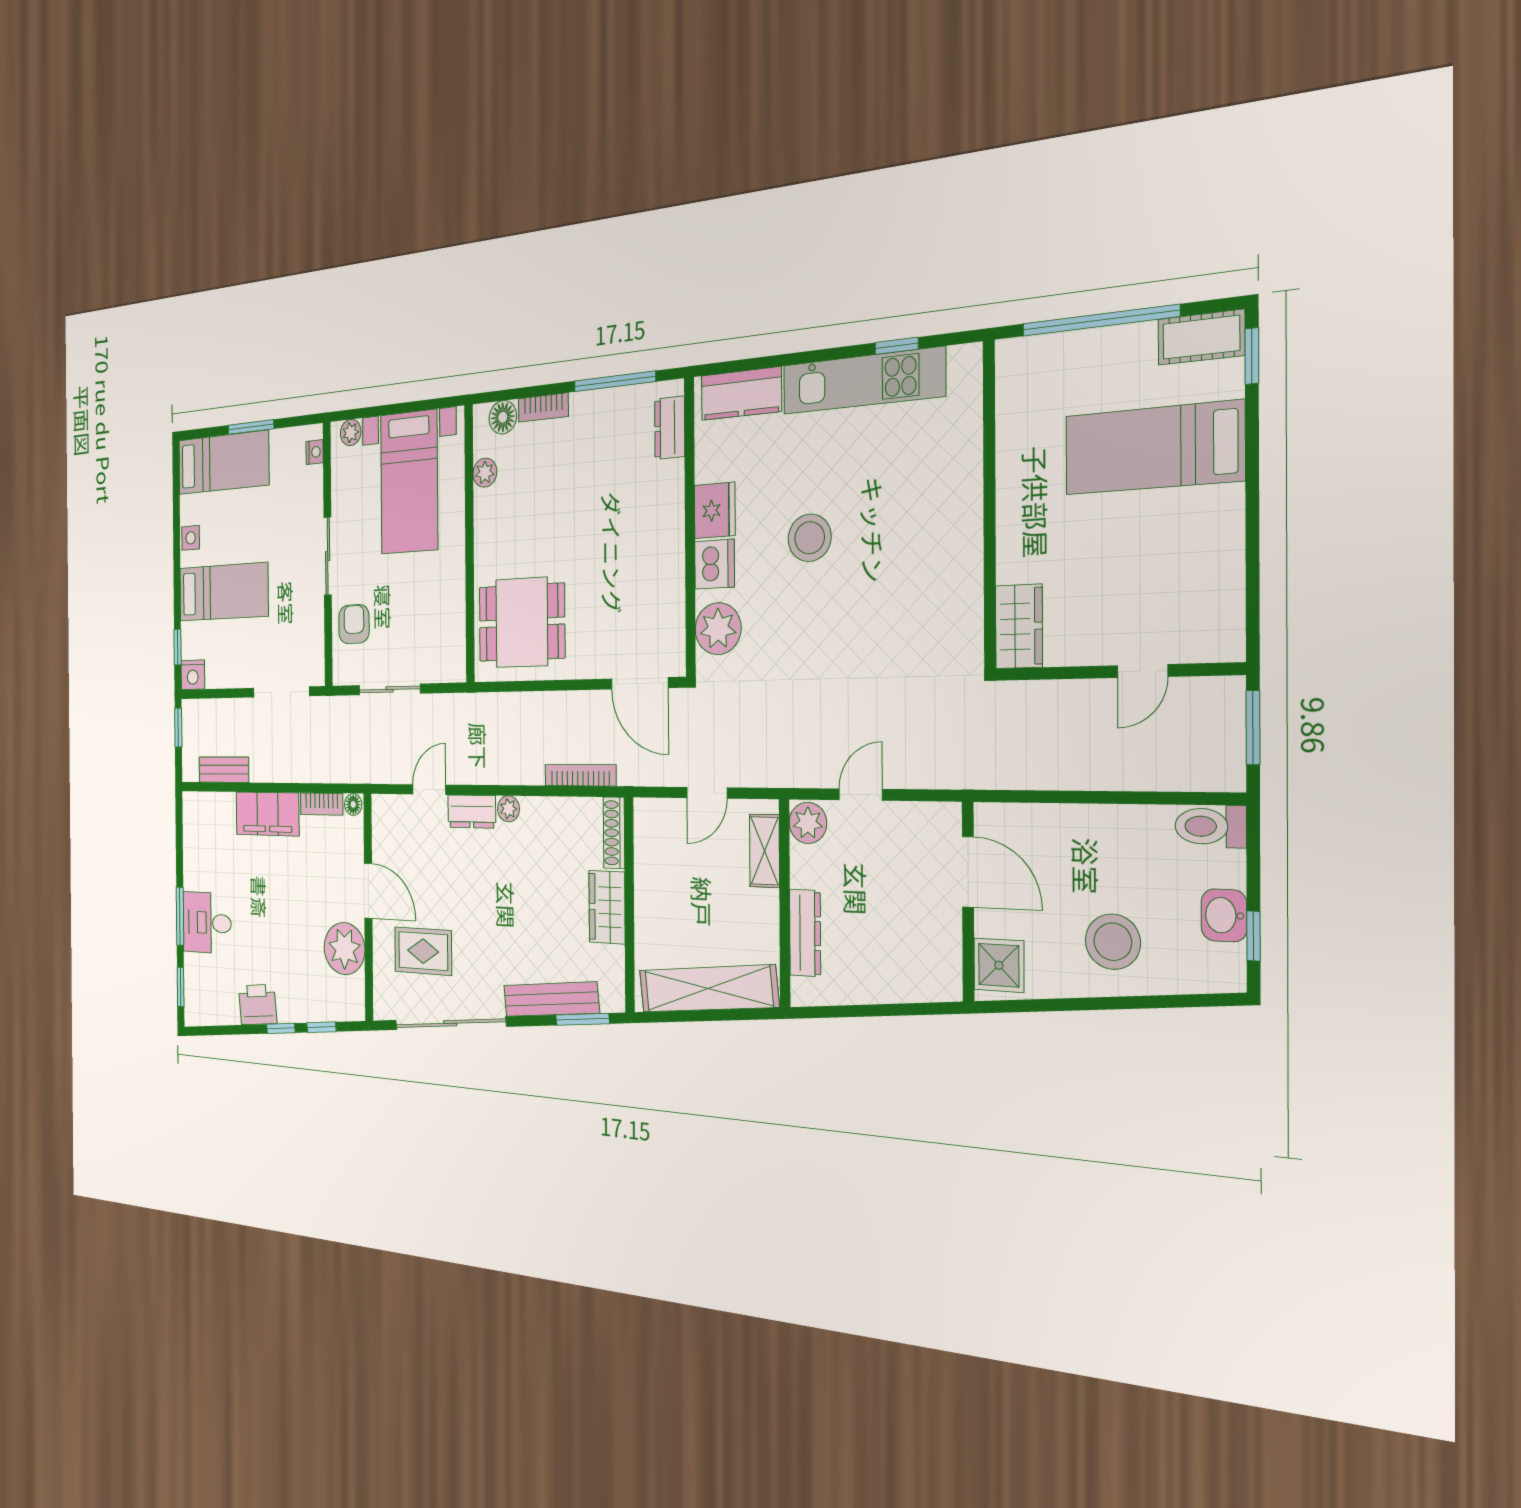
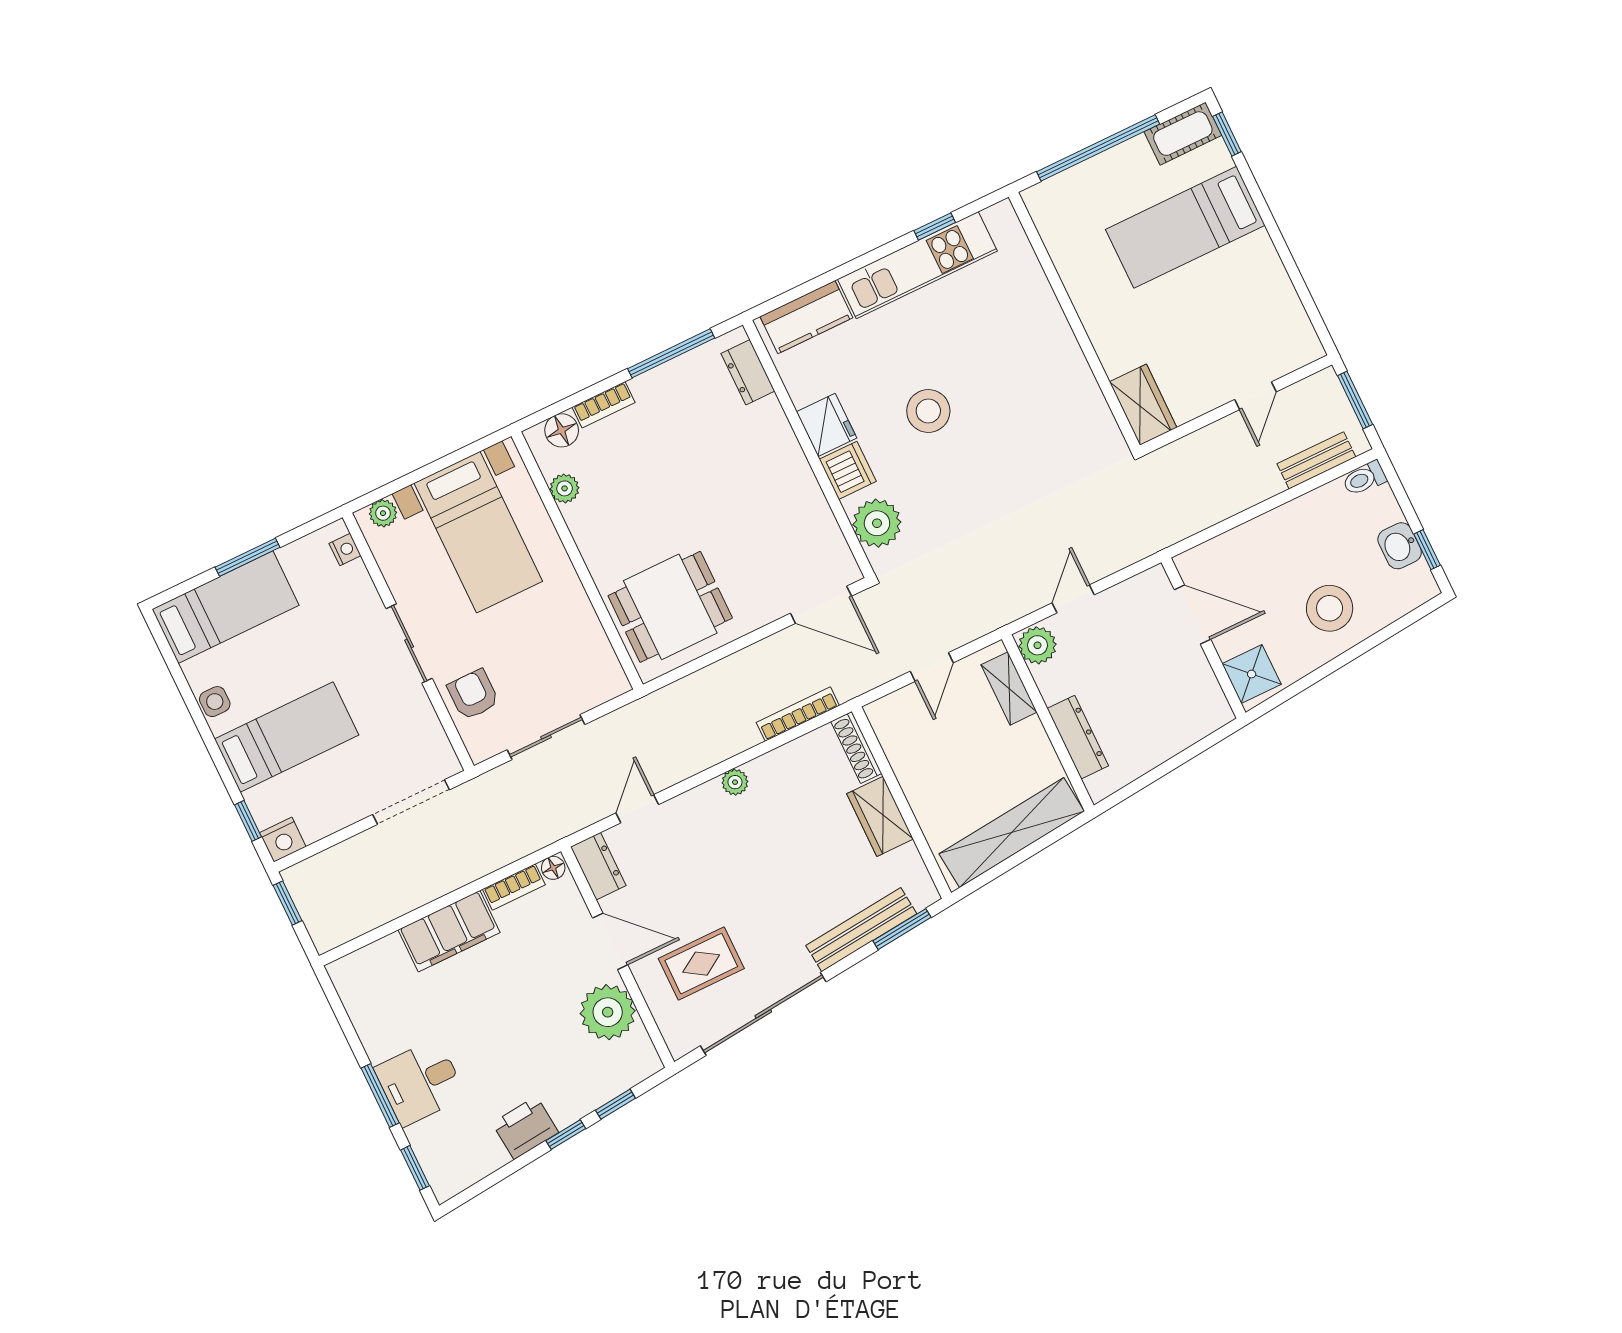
bench: (224, 770) -> (1316, 460), moved
dresser: (472, 812) -> (598, 866), moved, turned -90
toilet: (1211, 826) -> (1364, 478), width x0.73, depth x0.72

